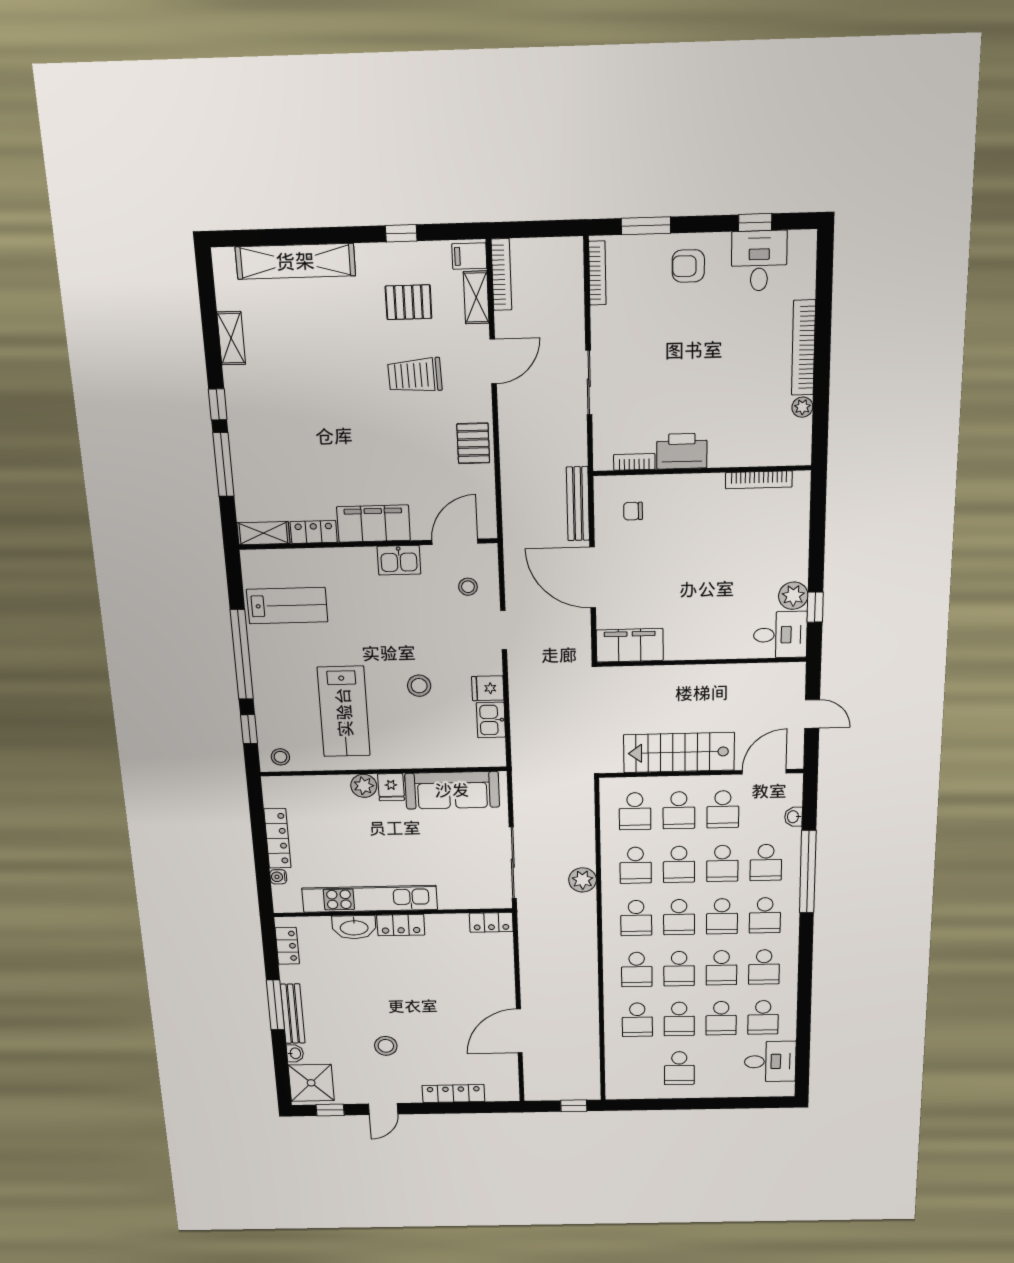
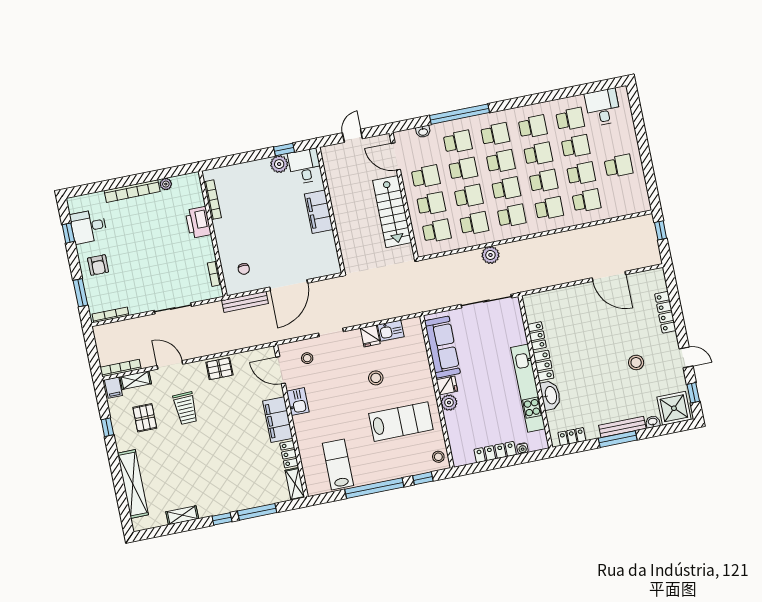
printer: (682, 451) -> (198, 222), moved
filing cabinet: (630, 645) -> (319, 212), moved
locker: (491, 922) -> (537, 336), moved

